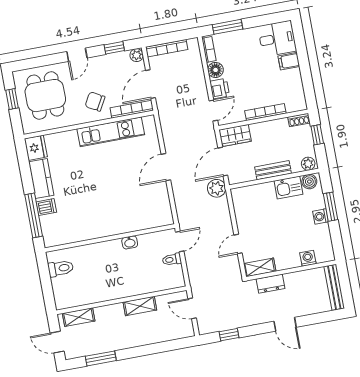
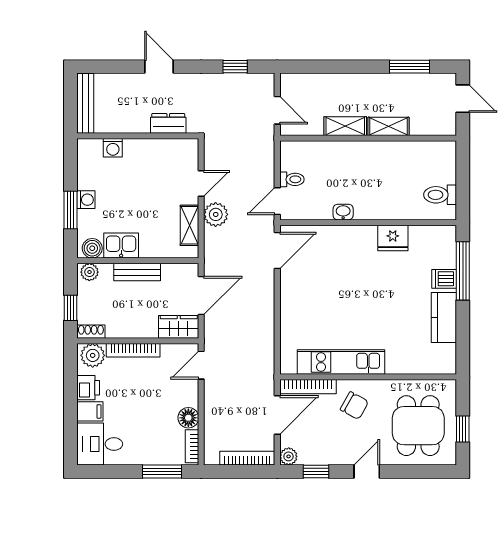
printer: (220, 89) -> (88, 388), moved, turned 180
plant: (294, 103) -> (93, 355), added
fridge: (36, 148) -> (393, 238), moved, turned -90
door: (166, 167) -> (277, 250), moved
plant: (217, 188) -> (216, 214), moved
shelving: (260, 267) -> (190, 225), moved, turned 90
shelving: (79, 317) -> (388, 126), moved

